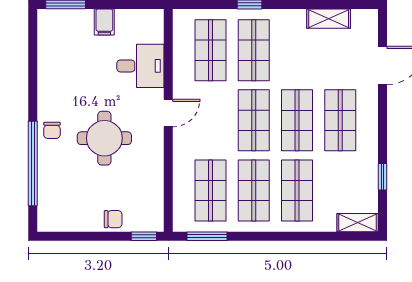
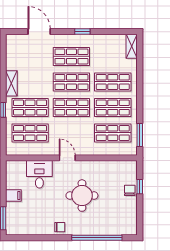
shelving: (329, 19) -> (11, 83), moved
chair: (52, 130) -> (60, 227), moved
window: (383, 177) -> (82, 32), moved
window: (144, 236) -> (140, 187), moved

